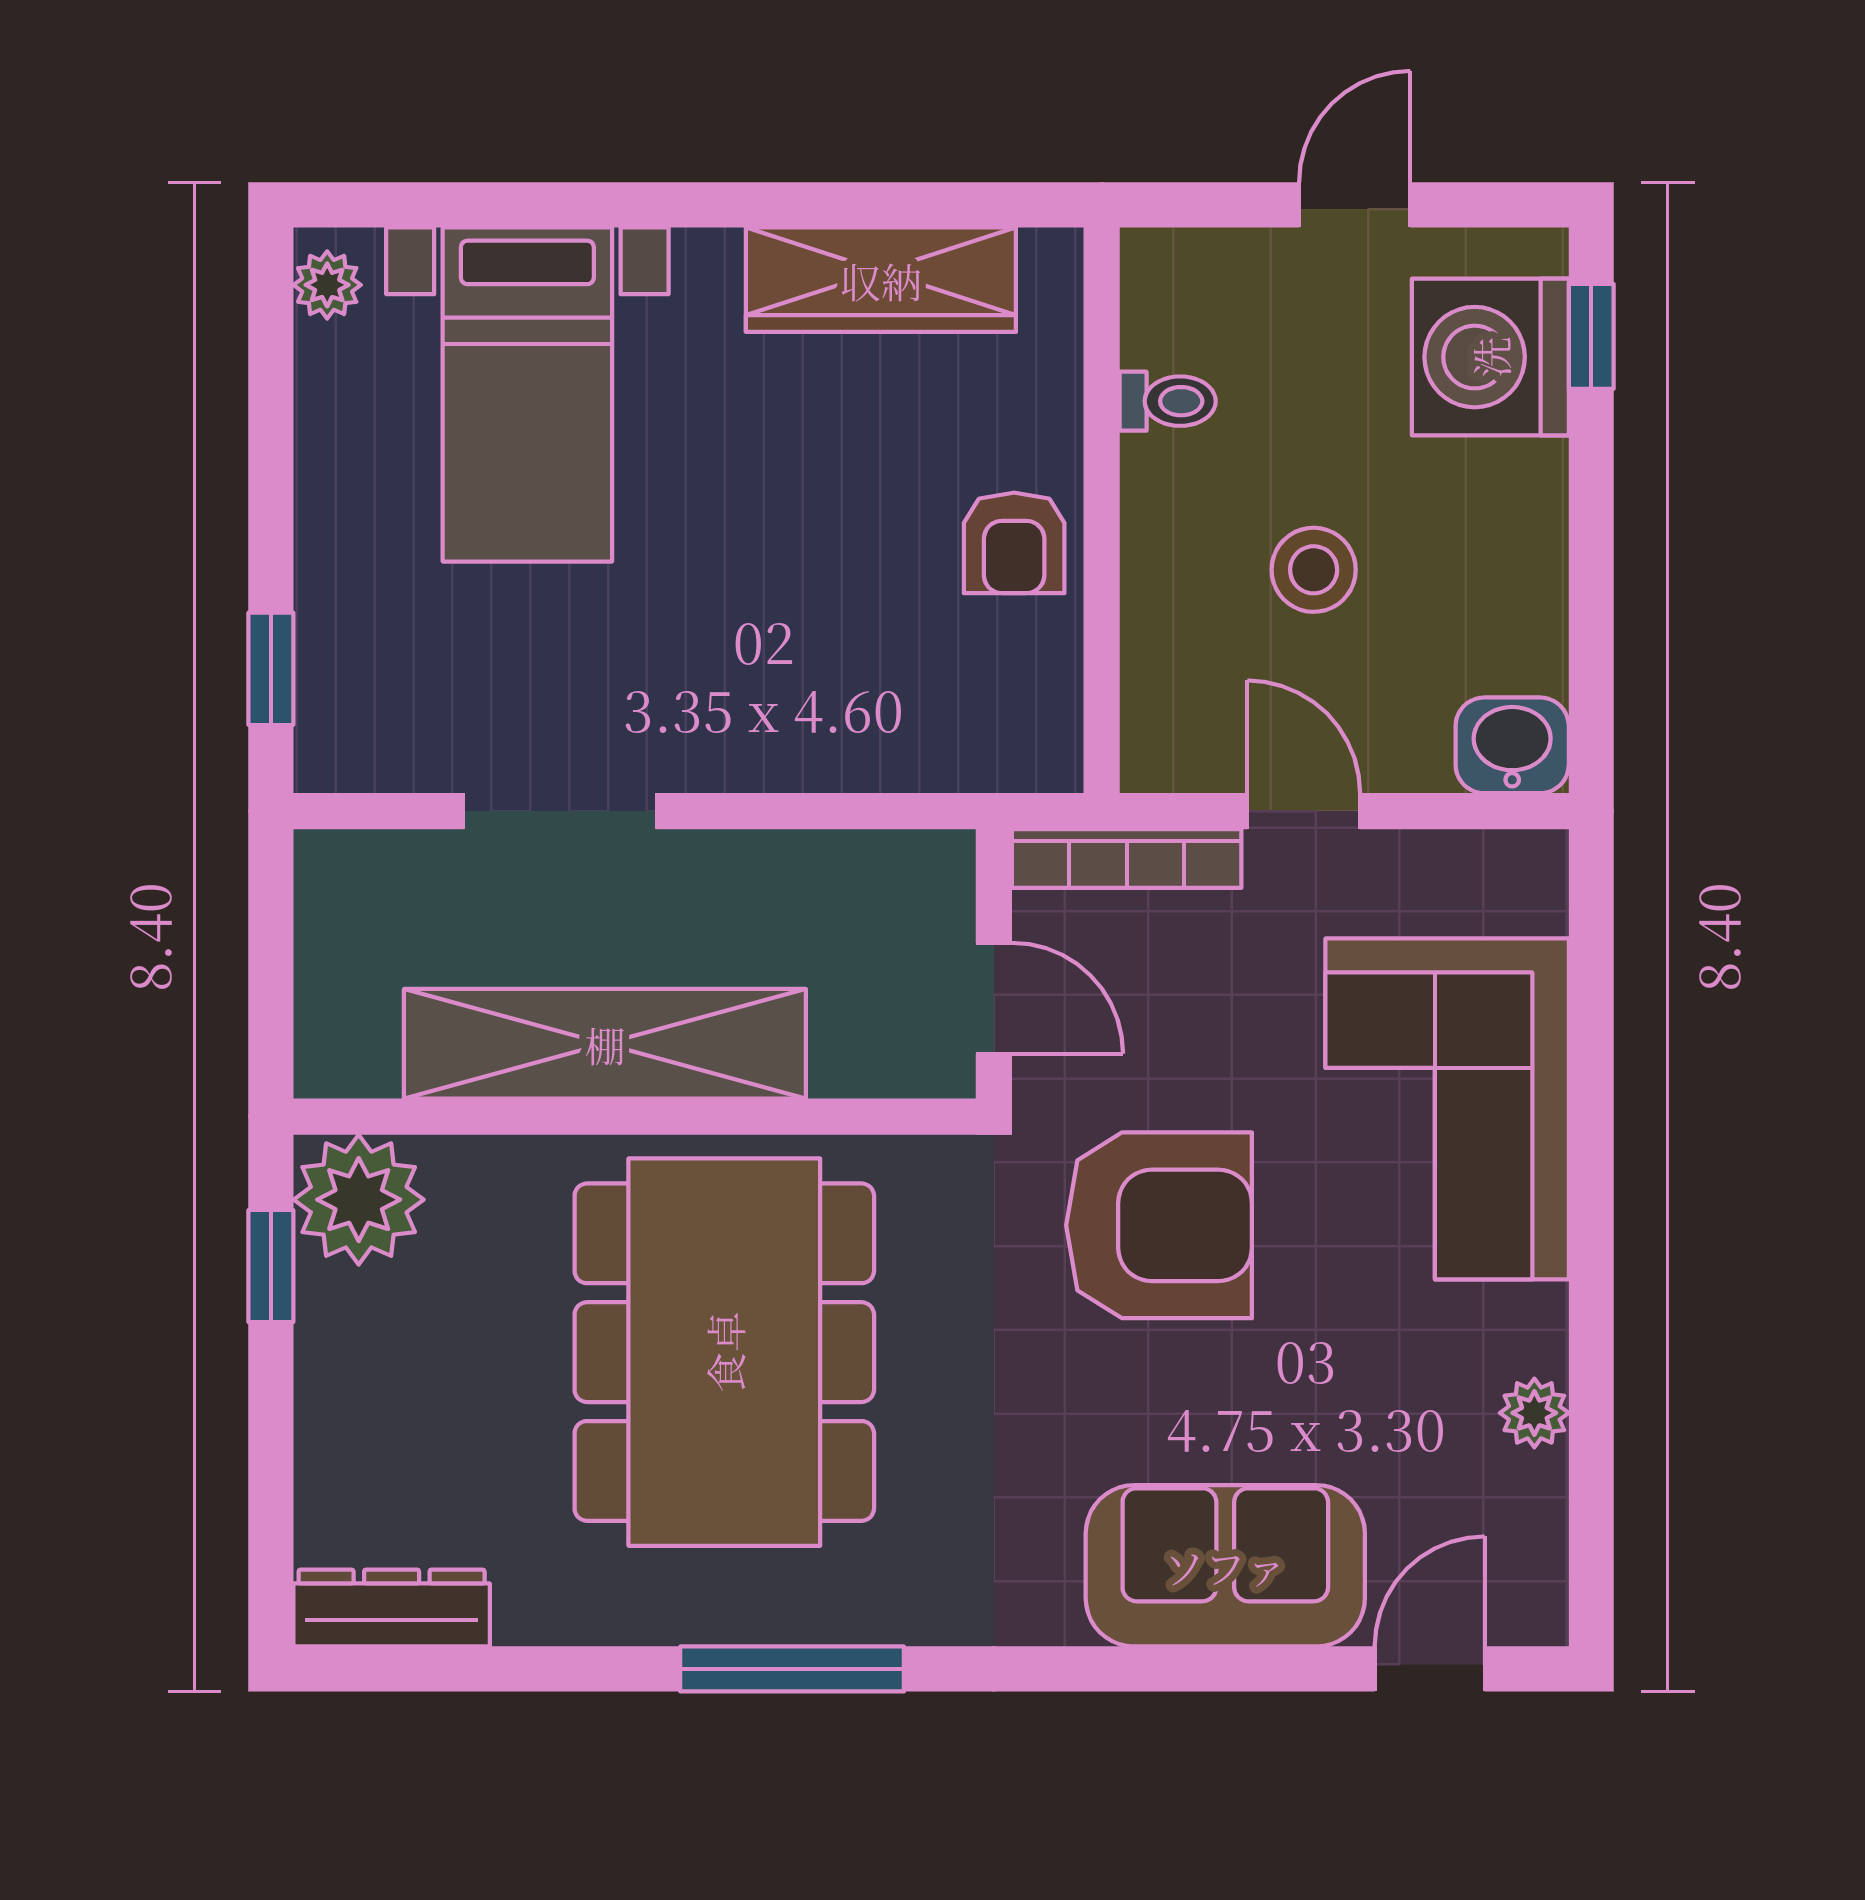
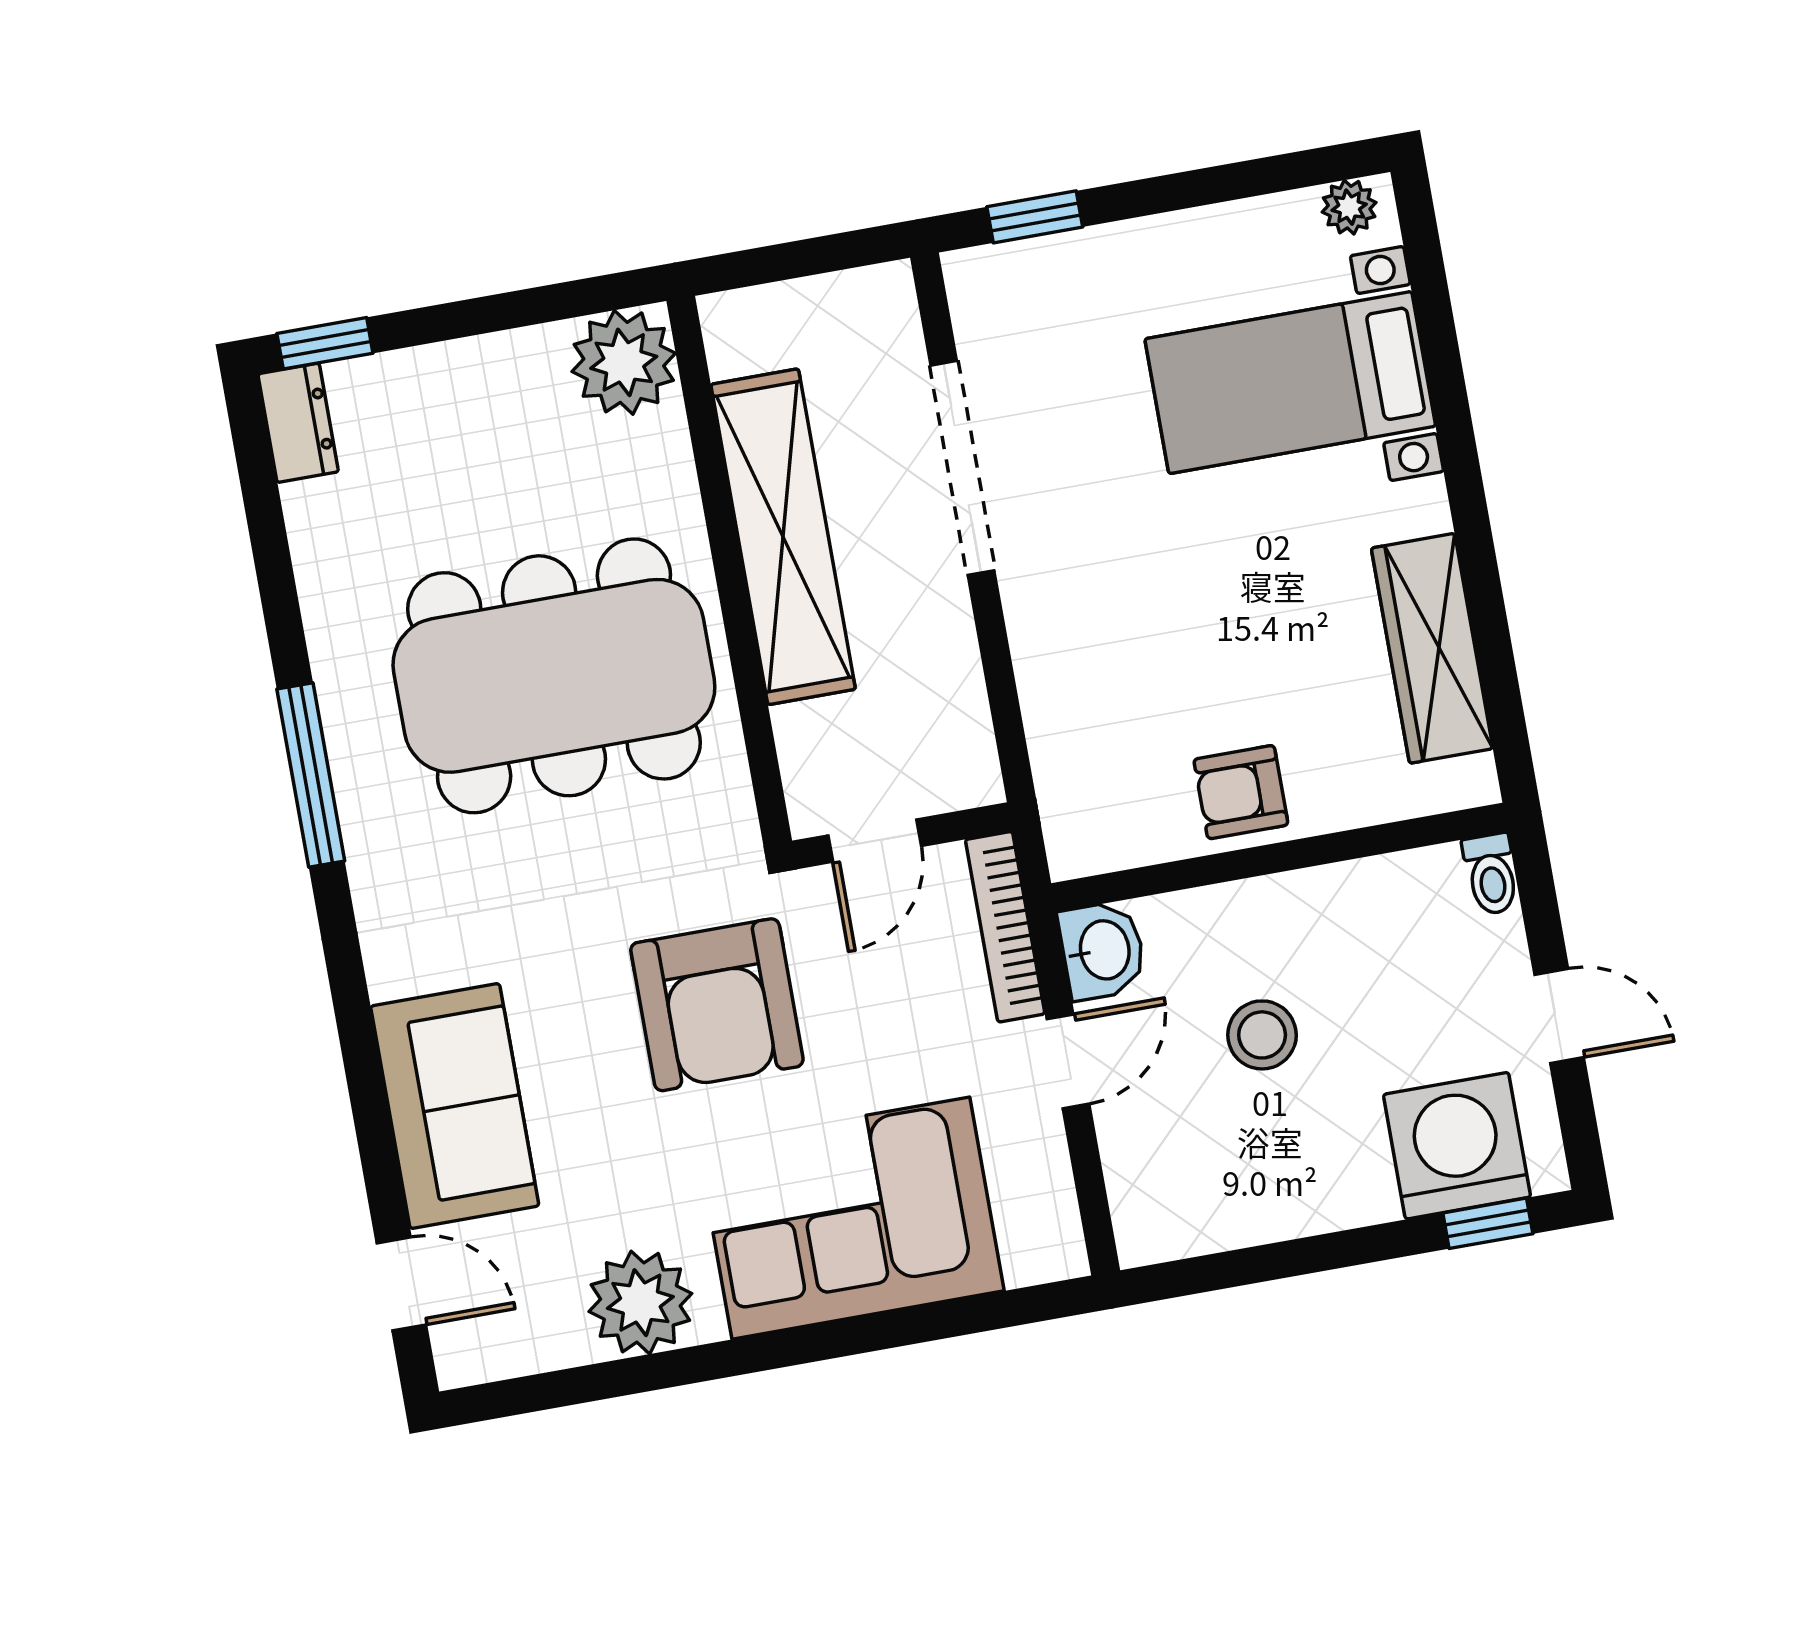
toilet: (1168, 401) -> (1491, 874), moved
washbasin: (1512, 745) -> (1102, 950), moved
doorway: (560, 811) -> (962, 468), width x1.36
window: (271, 1266) -> (325, 343), moved
plant: (1534, 1413) -> (640, 1303), width x1.88, depth x1.88
dresser: (392, 1608) -> (298, 423), width x0.70

